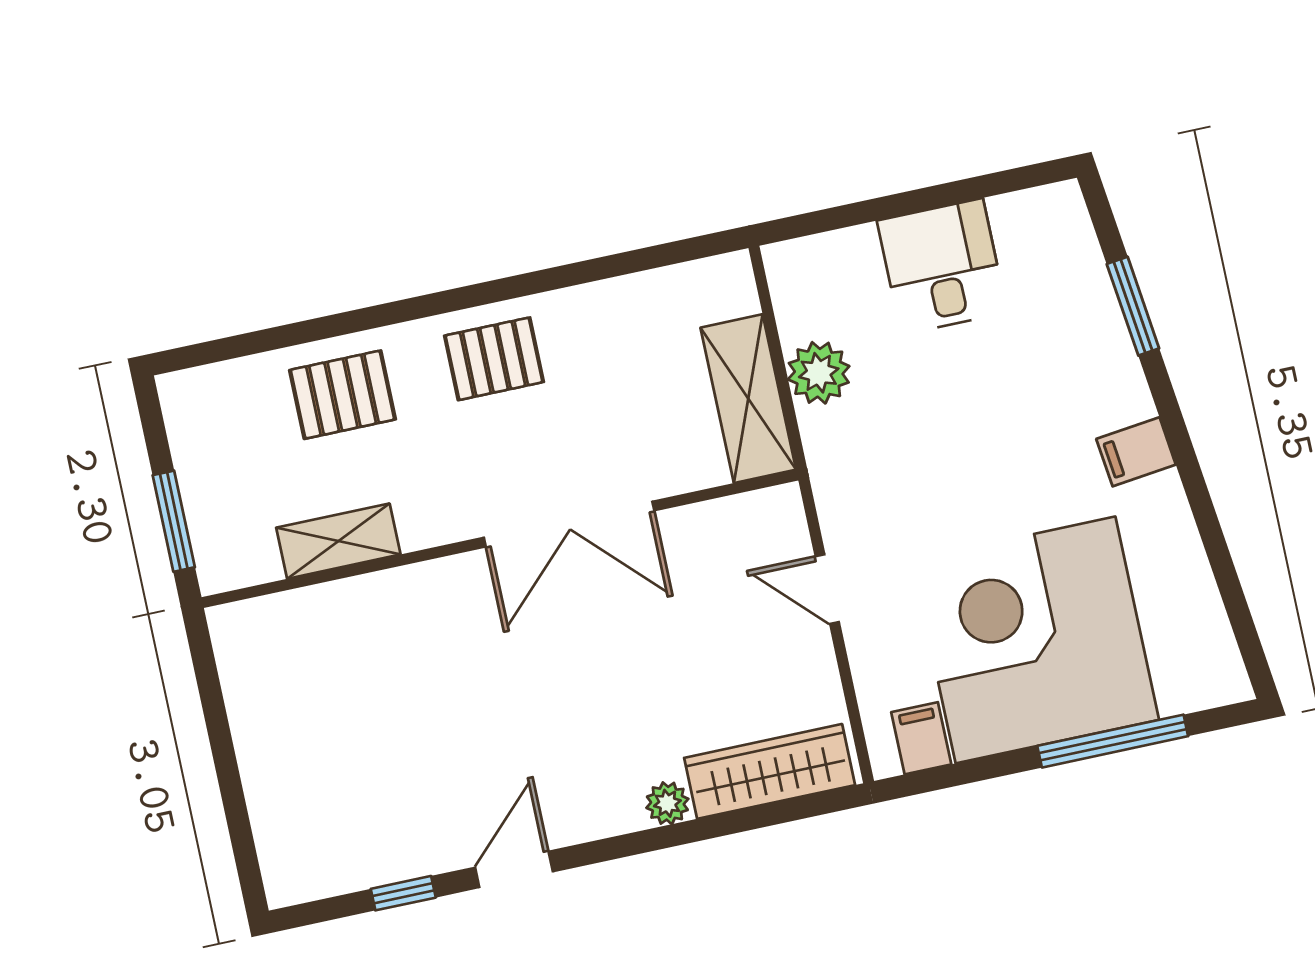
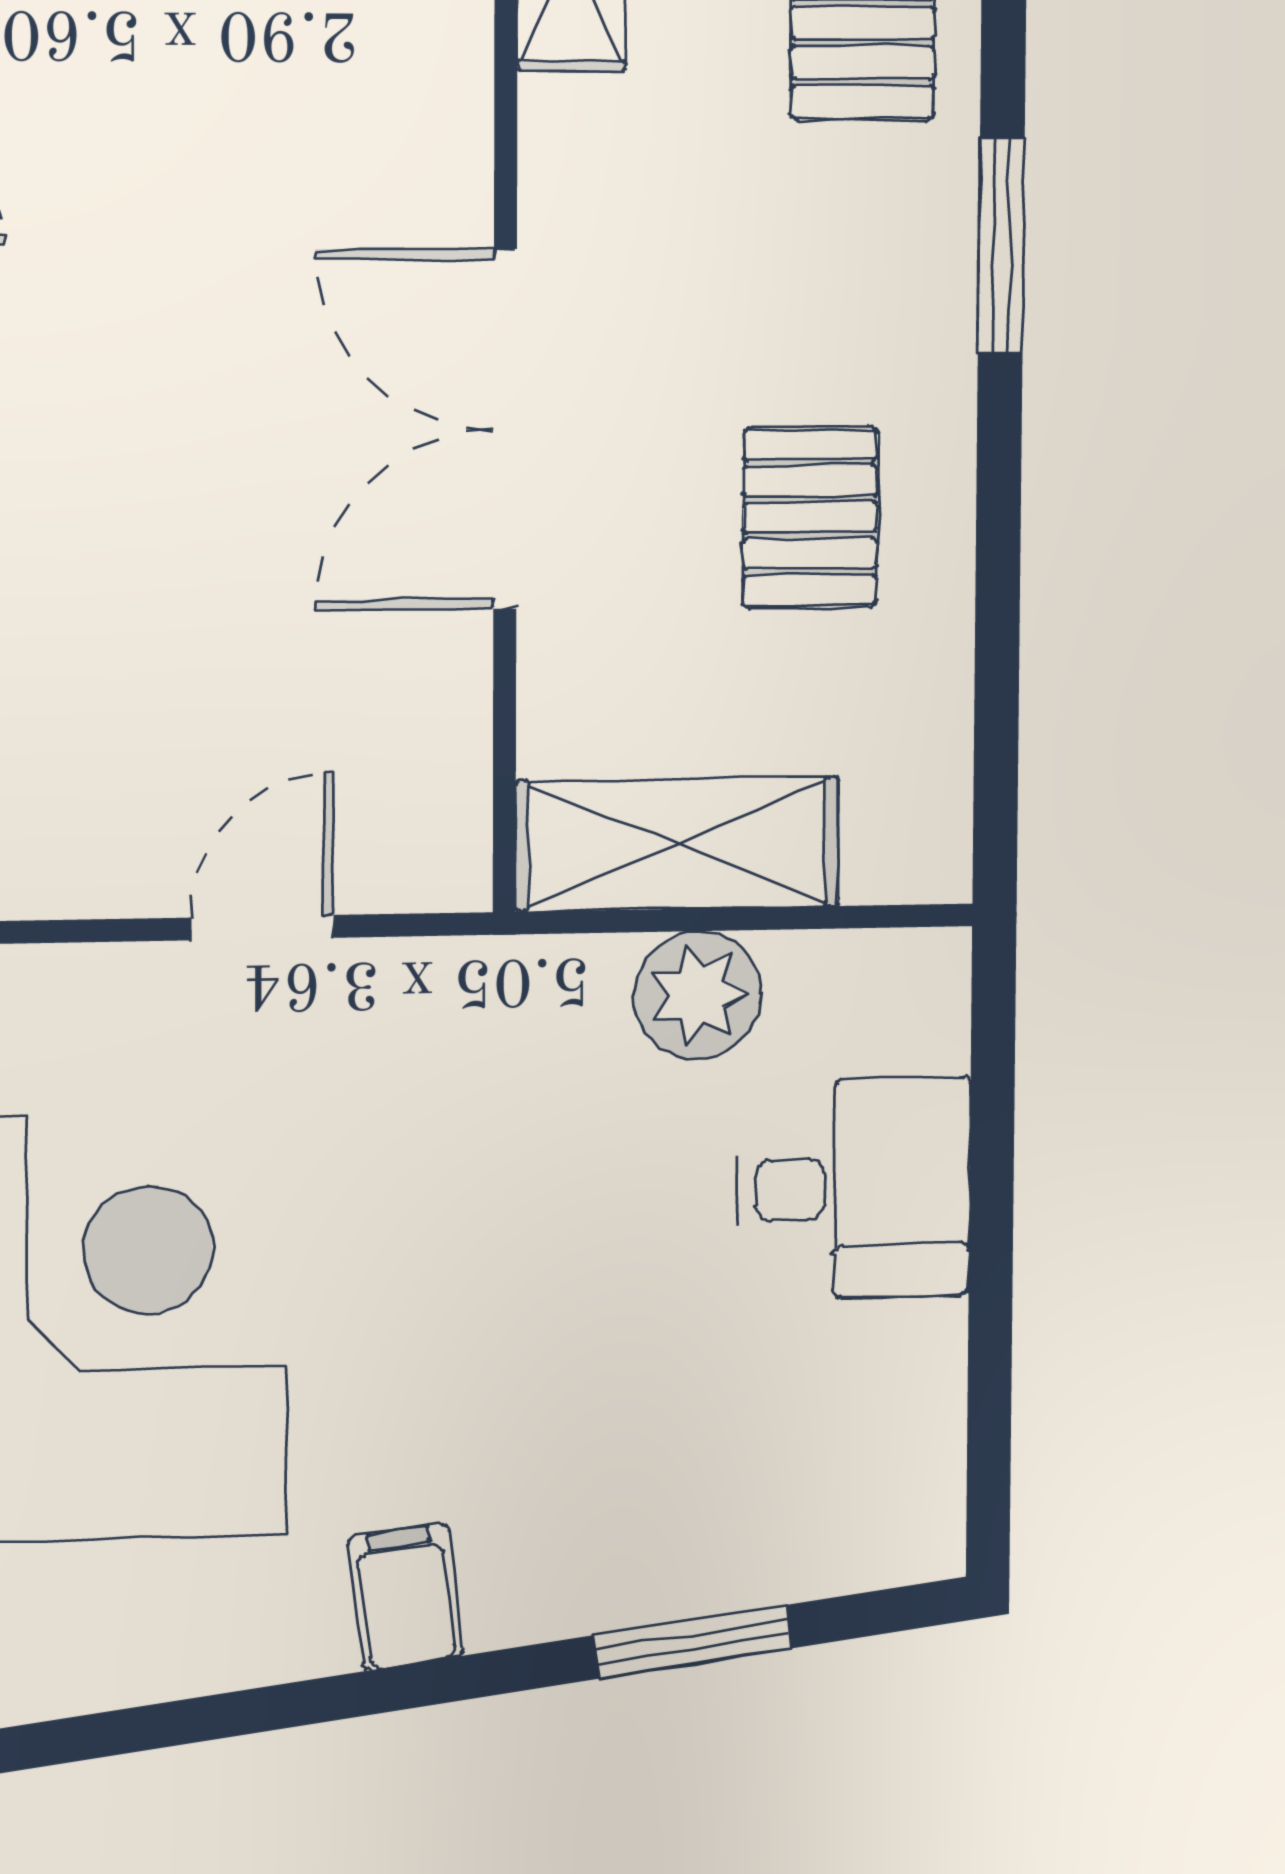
desk: (942, 266) -> (853, 1188), moved
window: (432, 305) -> (1001, 245), added
pallet: (494, 359) -> (810, 517), moved

